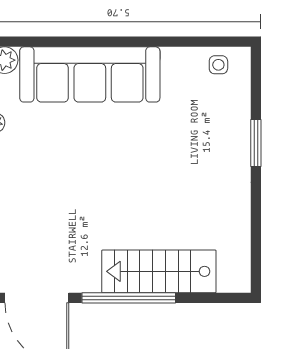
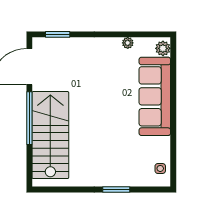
stairs: (159, 271) -> (50, 135), width x1.36, depth x1.51

